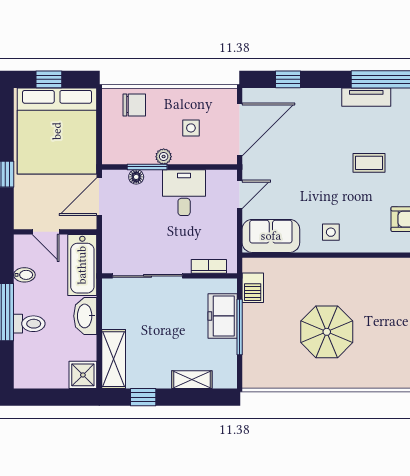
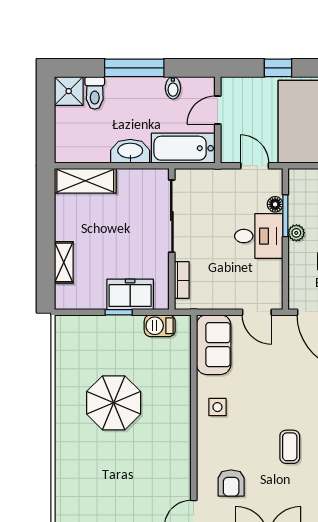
desk: (184, 193) -> (259, 236), moved
door: (99, 197) -> (255, 166), width x0.73
toilet: (29, 324) -> (95, 93), moved
window: (240, 327) -> (119, 312), width x0.46
shower: (83, 375) -> (69, 91), moved
window: (143, 397) -> (46, 212), removed

